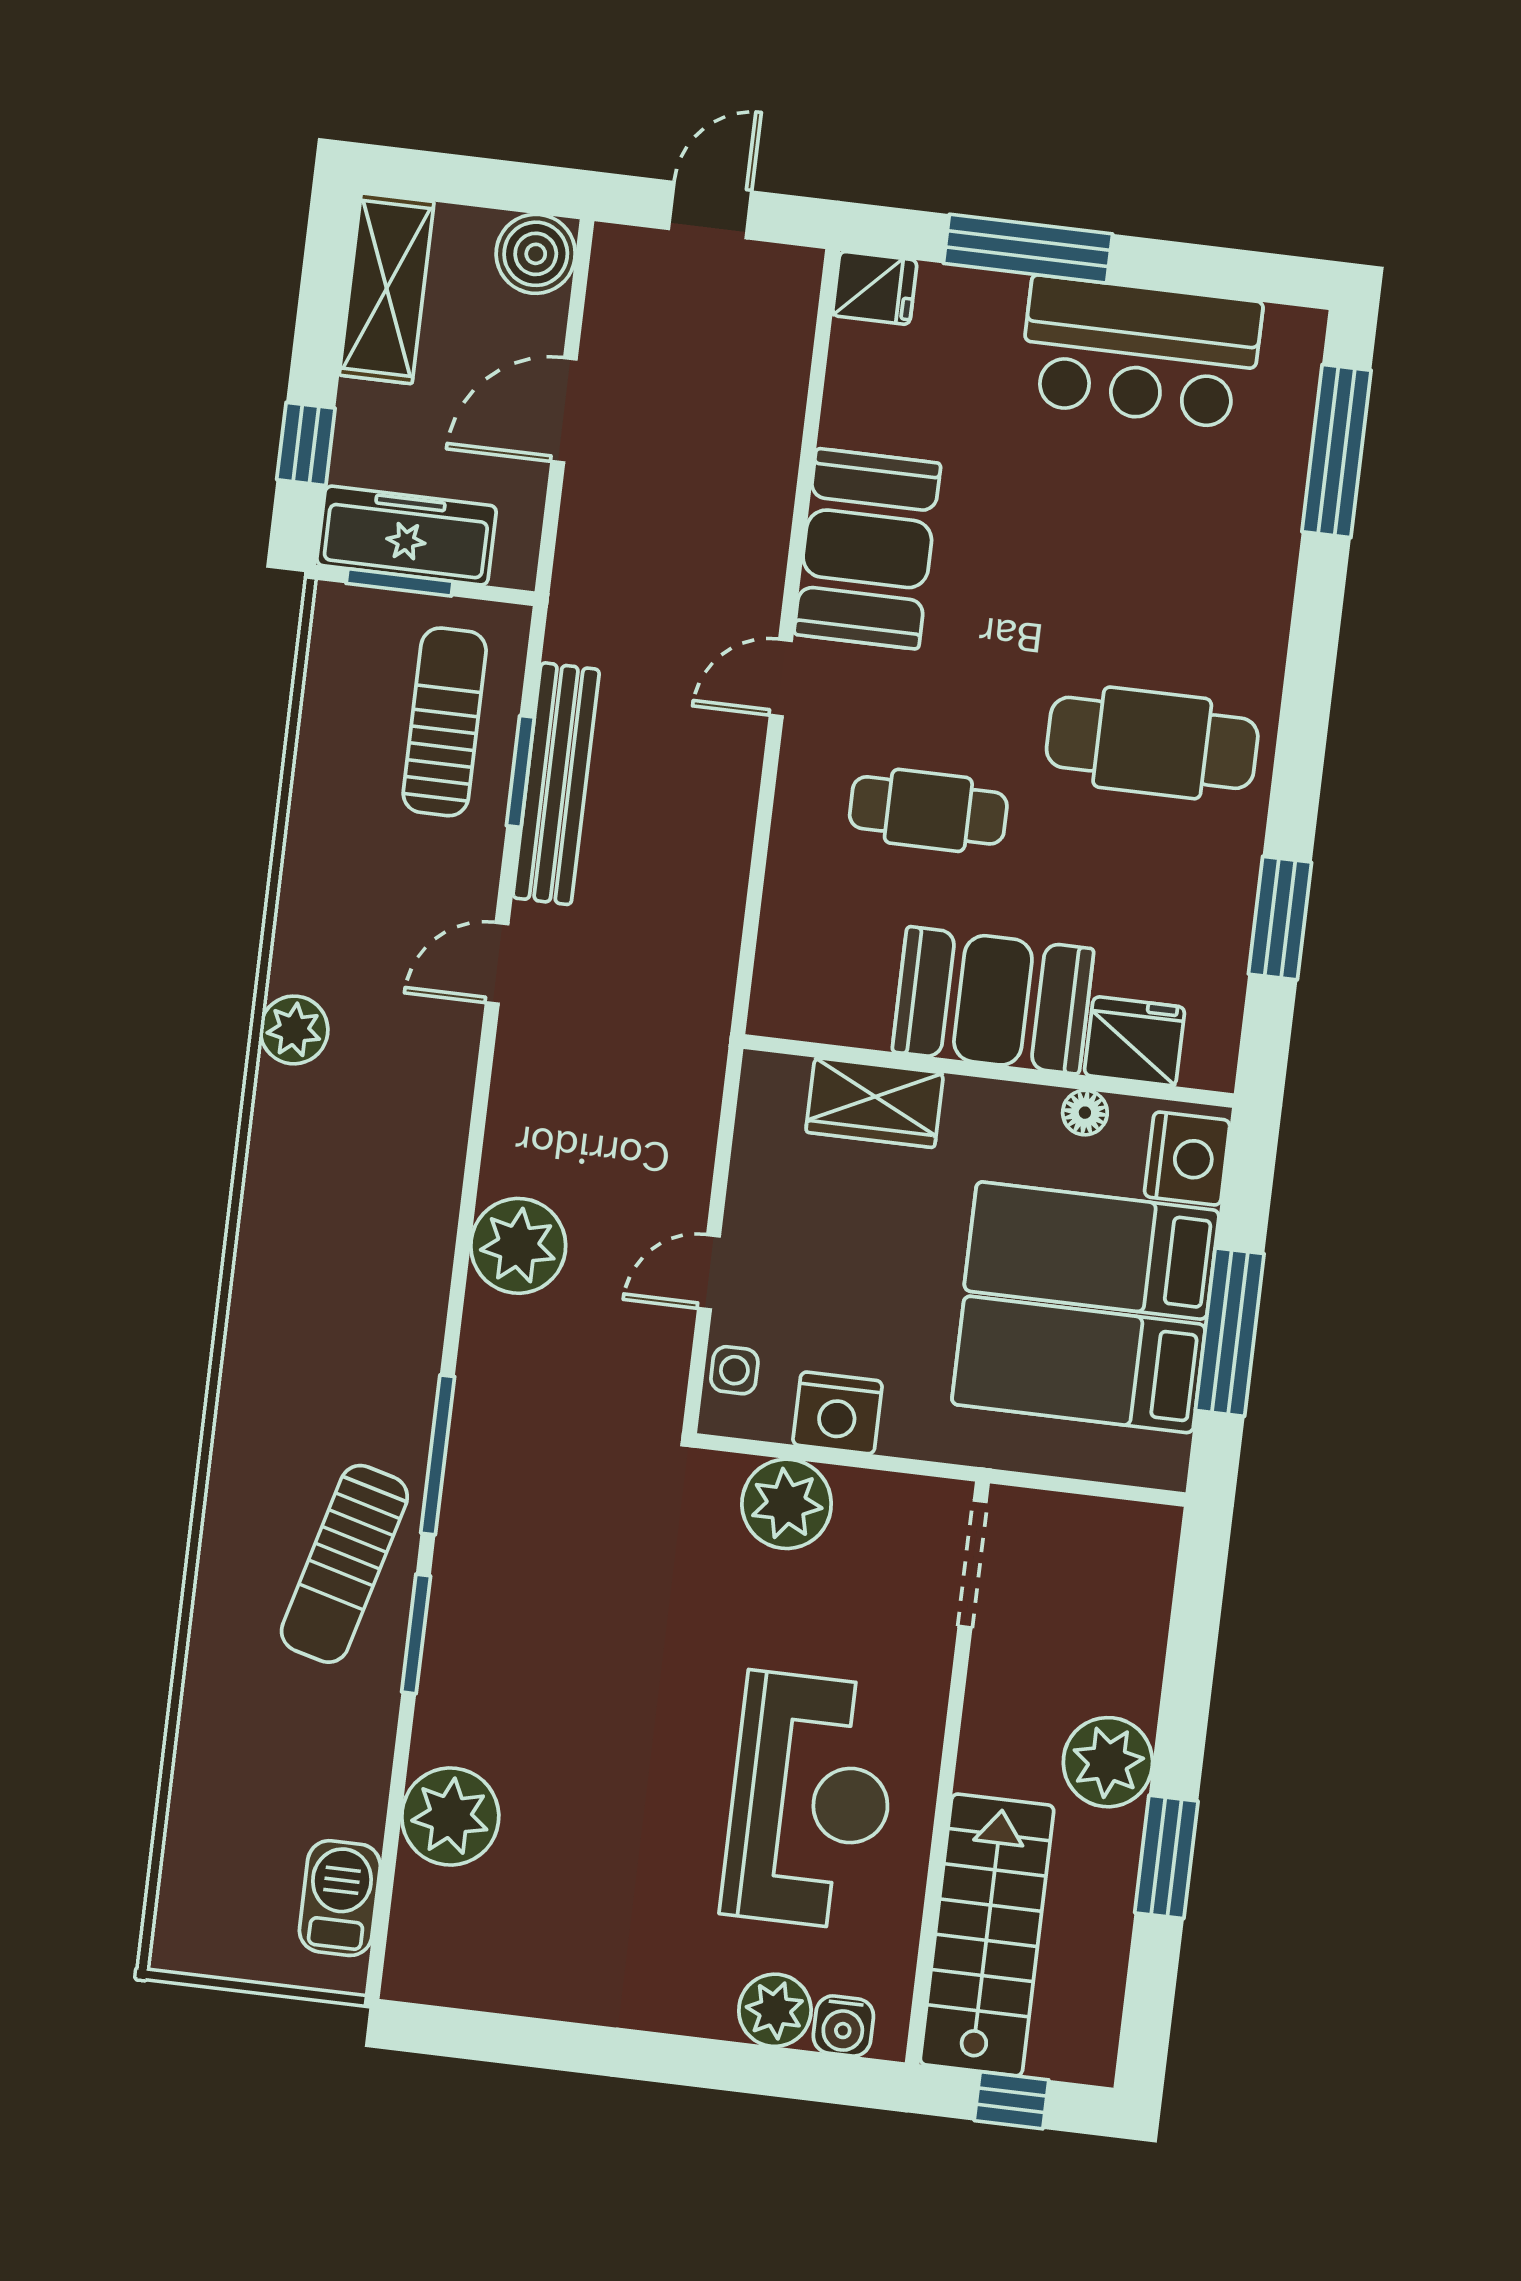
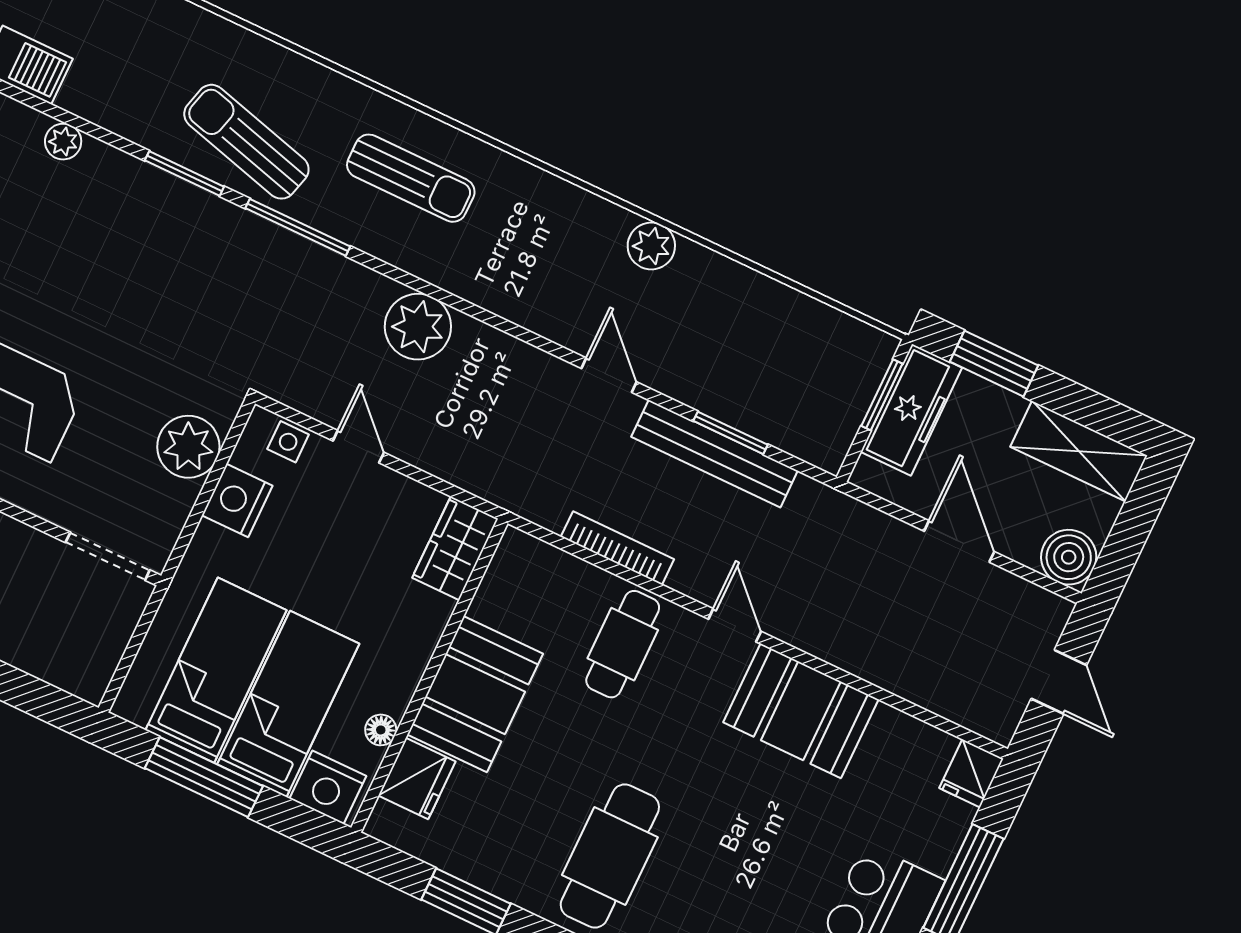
window: (306, 444) -> (994, 364), width x1.50
sun lounger: (445, 722) -> (411, 178), moved
cafe table: (928, 810) -> (623, 644), moved
bookcase: (729, 873) -> (617, 548), added
plant: (294, 1030) -> (651, 246), moved
wardrobe: (875, 1103) -> (455, 548), moved
plant: (450, 1817) -> (63, 142), width x0.53, depth x0.53

